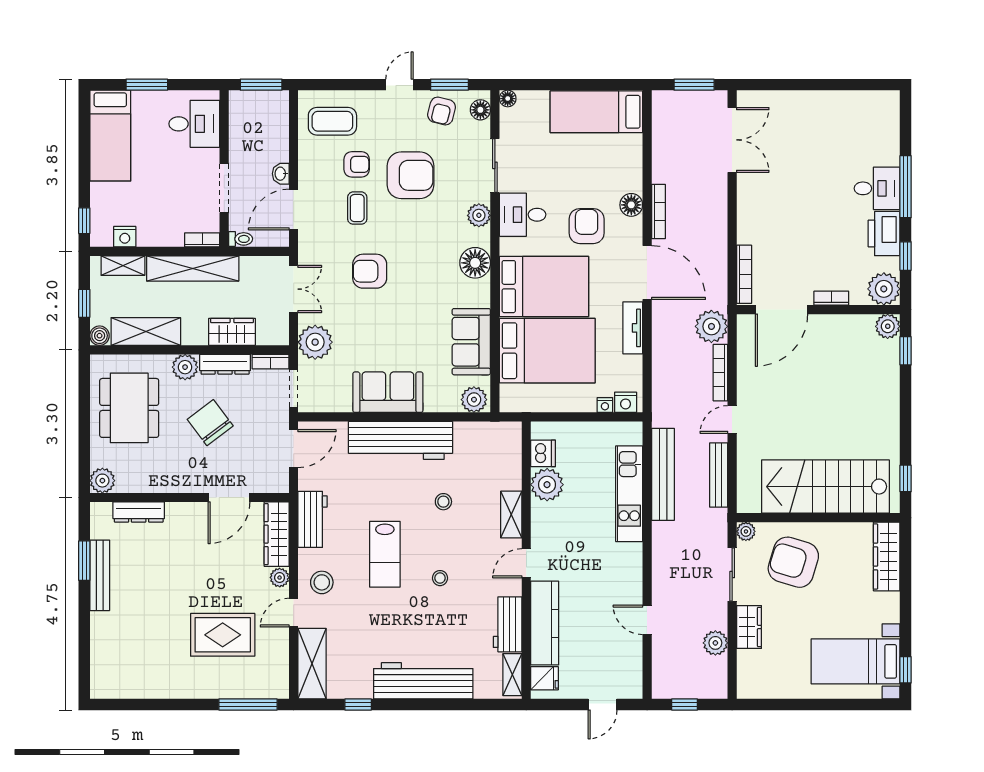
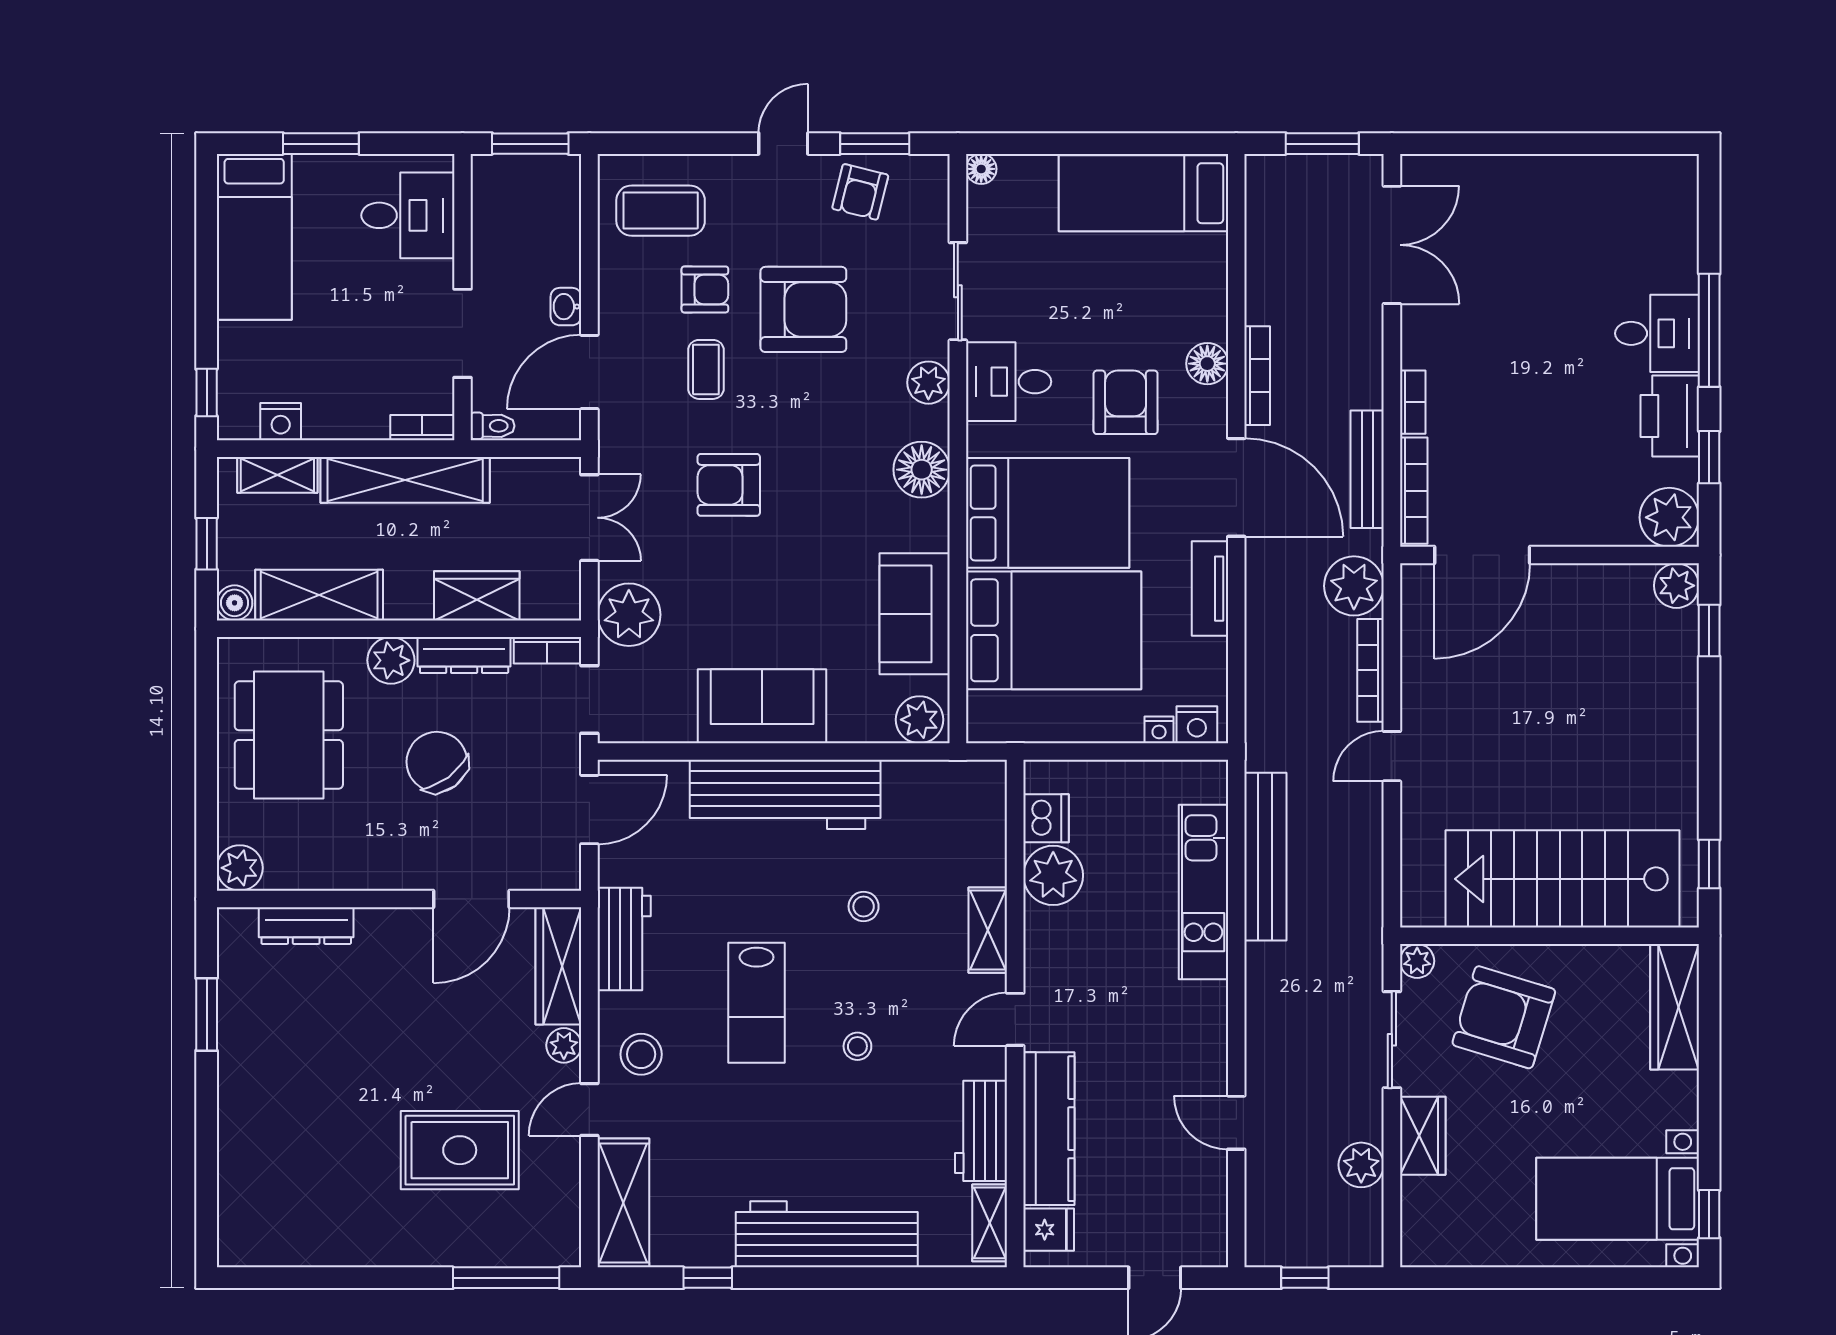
floor lamp: (480, 110) -> (931, 190), removed
bookcase: (831, 298) -> (1413, 402), moved, turned 90
bench: (719, 475) -> (1367, 469), moved
bench: (100, 575) -> (235, 1041), removed

